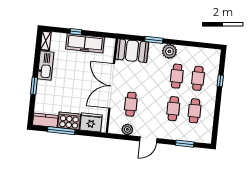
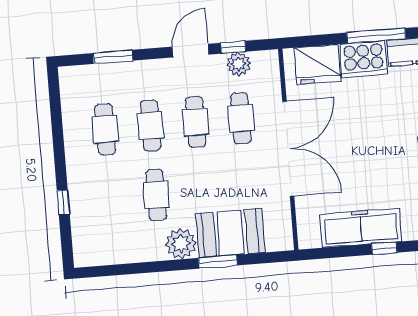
booth: (132, 51) -> (230, 233), moved
cafe table: (198, 78) -> (196, 122), moved
window: (128, 138) -> (233, 47), added

